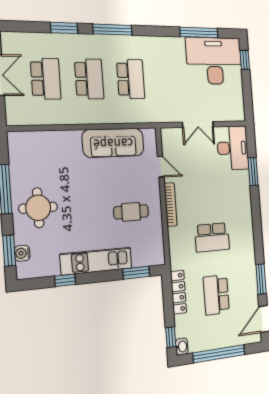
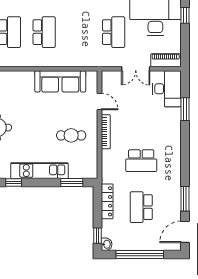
school desk: (131, 79) -> (114, 32), moved
piano: (229, 113) -> (166, 60), added

